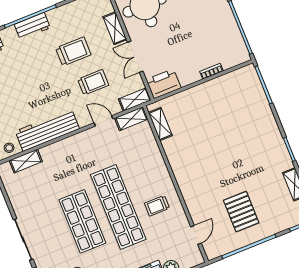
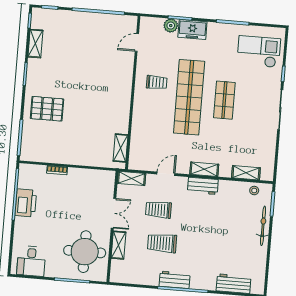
workbench: (32, 26) -> (175, 280), moved
printer: (164, 84) -> (26, 203), moved, turned -90
shelving: (131, 119) -> (204, 169), moved
door: (103, 121) -> (166, 174), swing flipped
workbench: (47, 130) -> (203, 186), width x0.53, depth x0.76
pallet: (241, 212) -> (47, 109), moved, turned 90
shop shelf: (82, 221) -> (224, 100), width x0.70, depth x0.74

